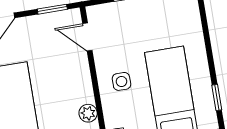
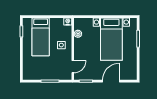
door: (87, 37) -> (73, 67), hinge flipped

